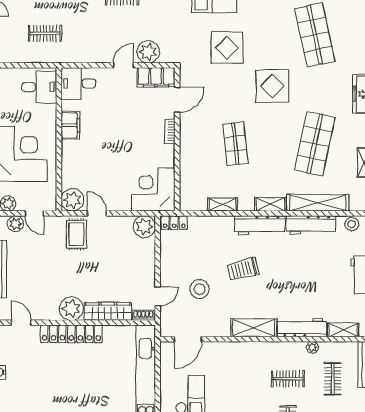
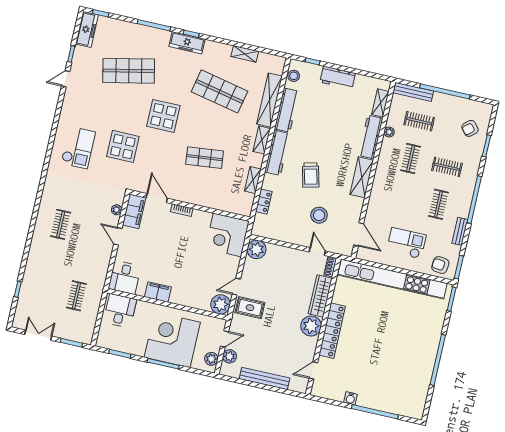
plant: (148, 52) -> (117, 210), width x0.53, depth x0.53
locker: (174, 223) -> (264, 202), moved

